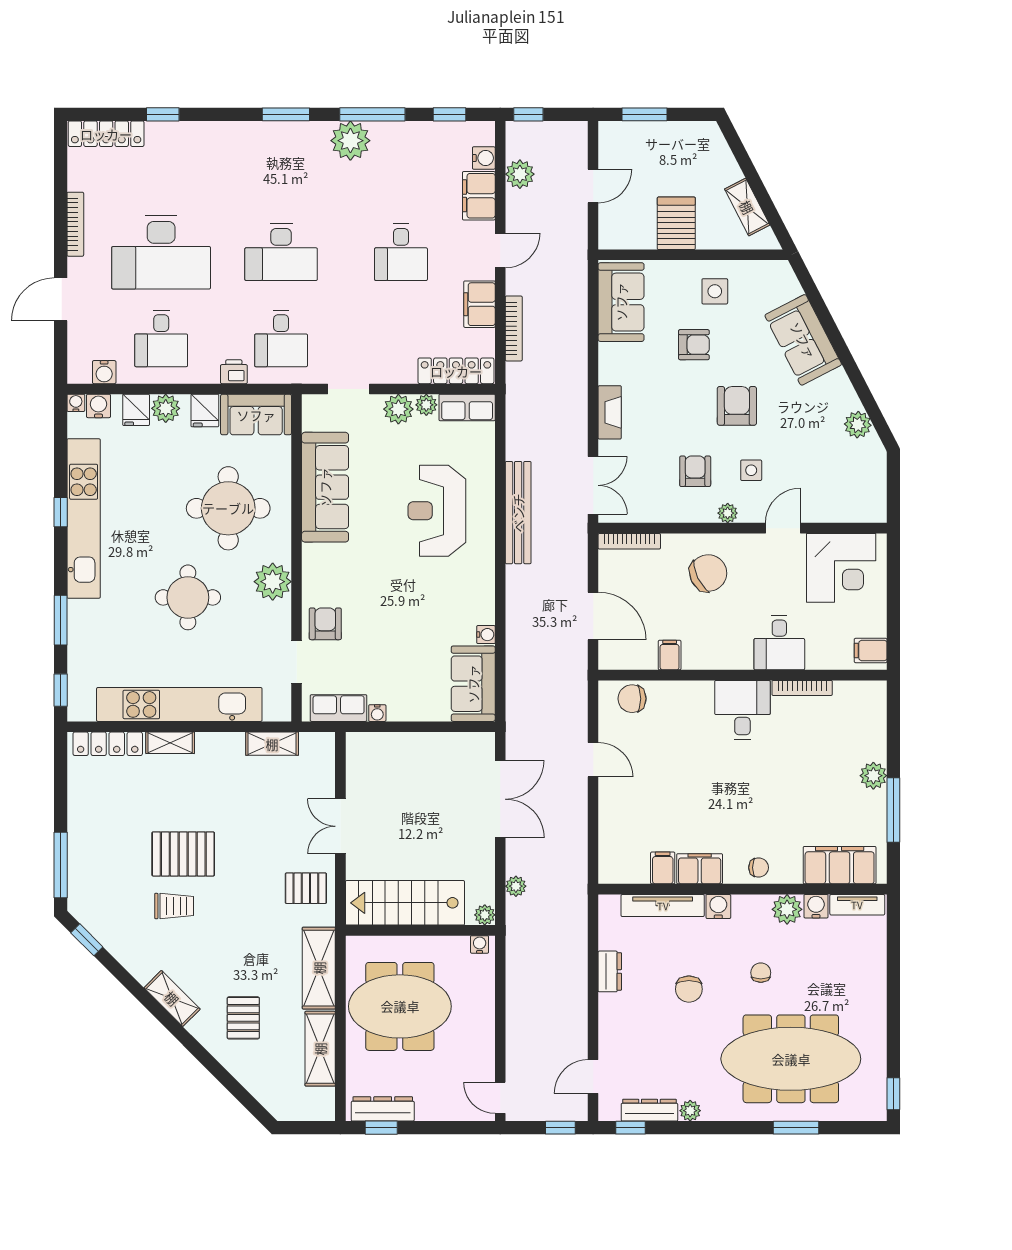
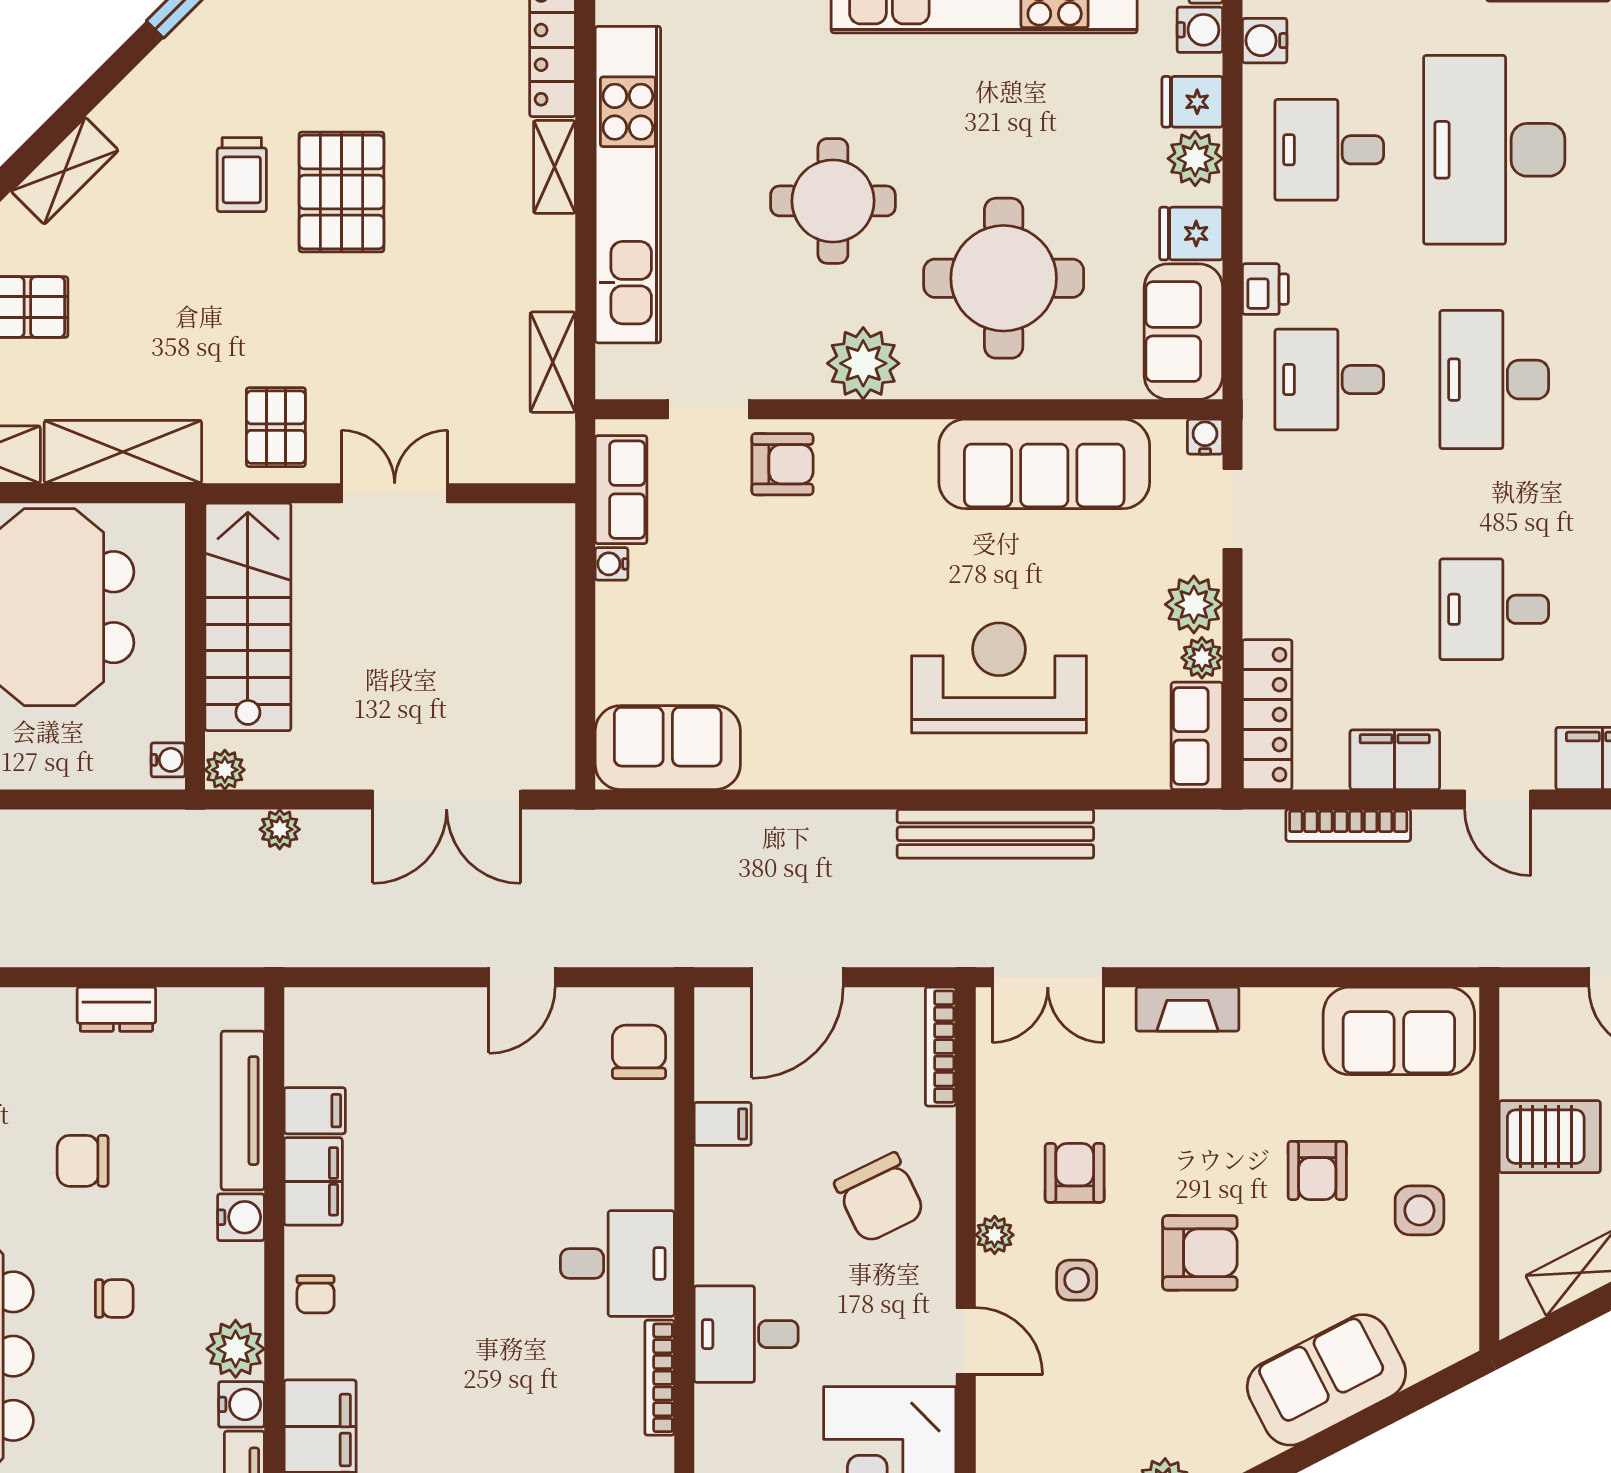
armchair: (695, 471) -> (1075, 1173), turned -90
water cooler: (486, 635) -> (1205, 437), moved, turned 180

